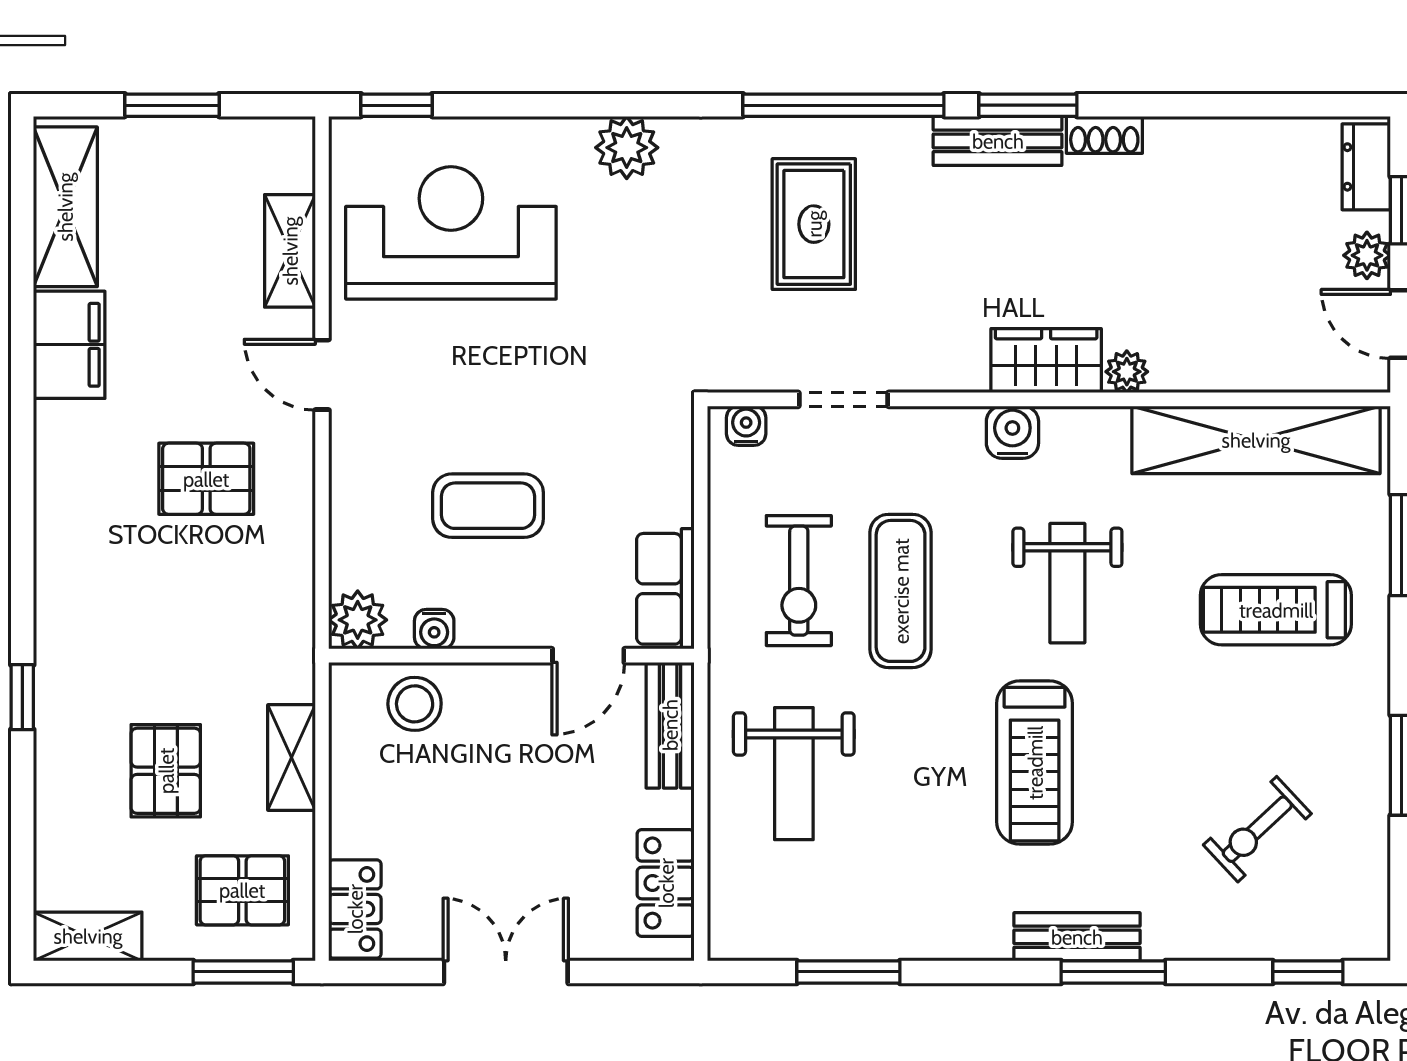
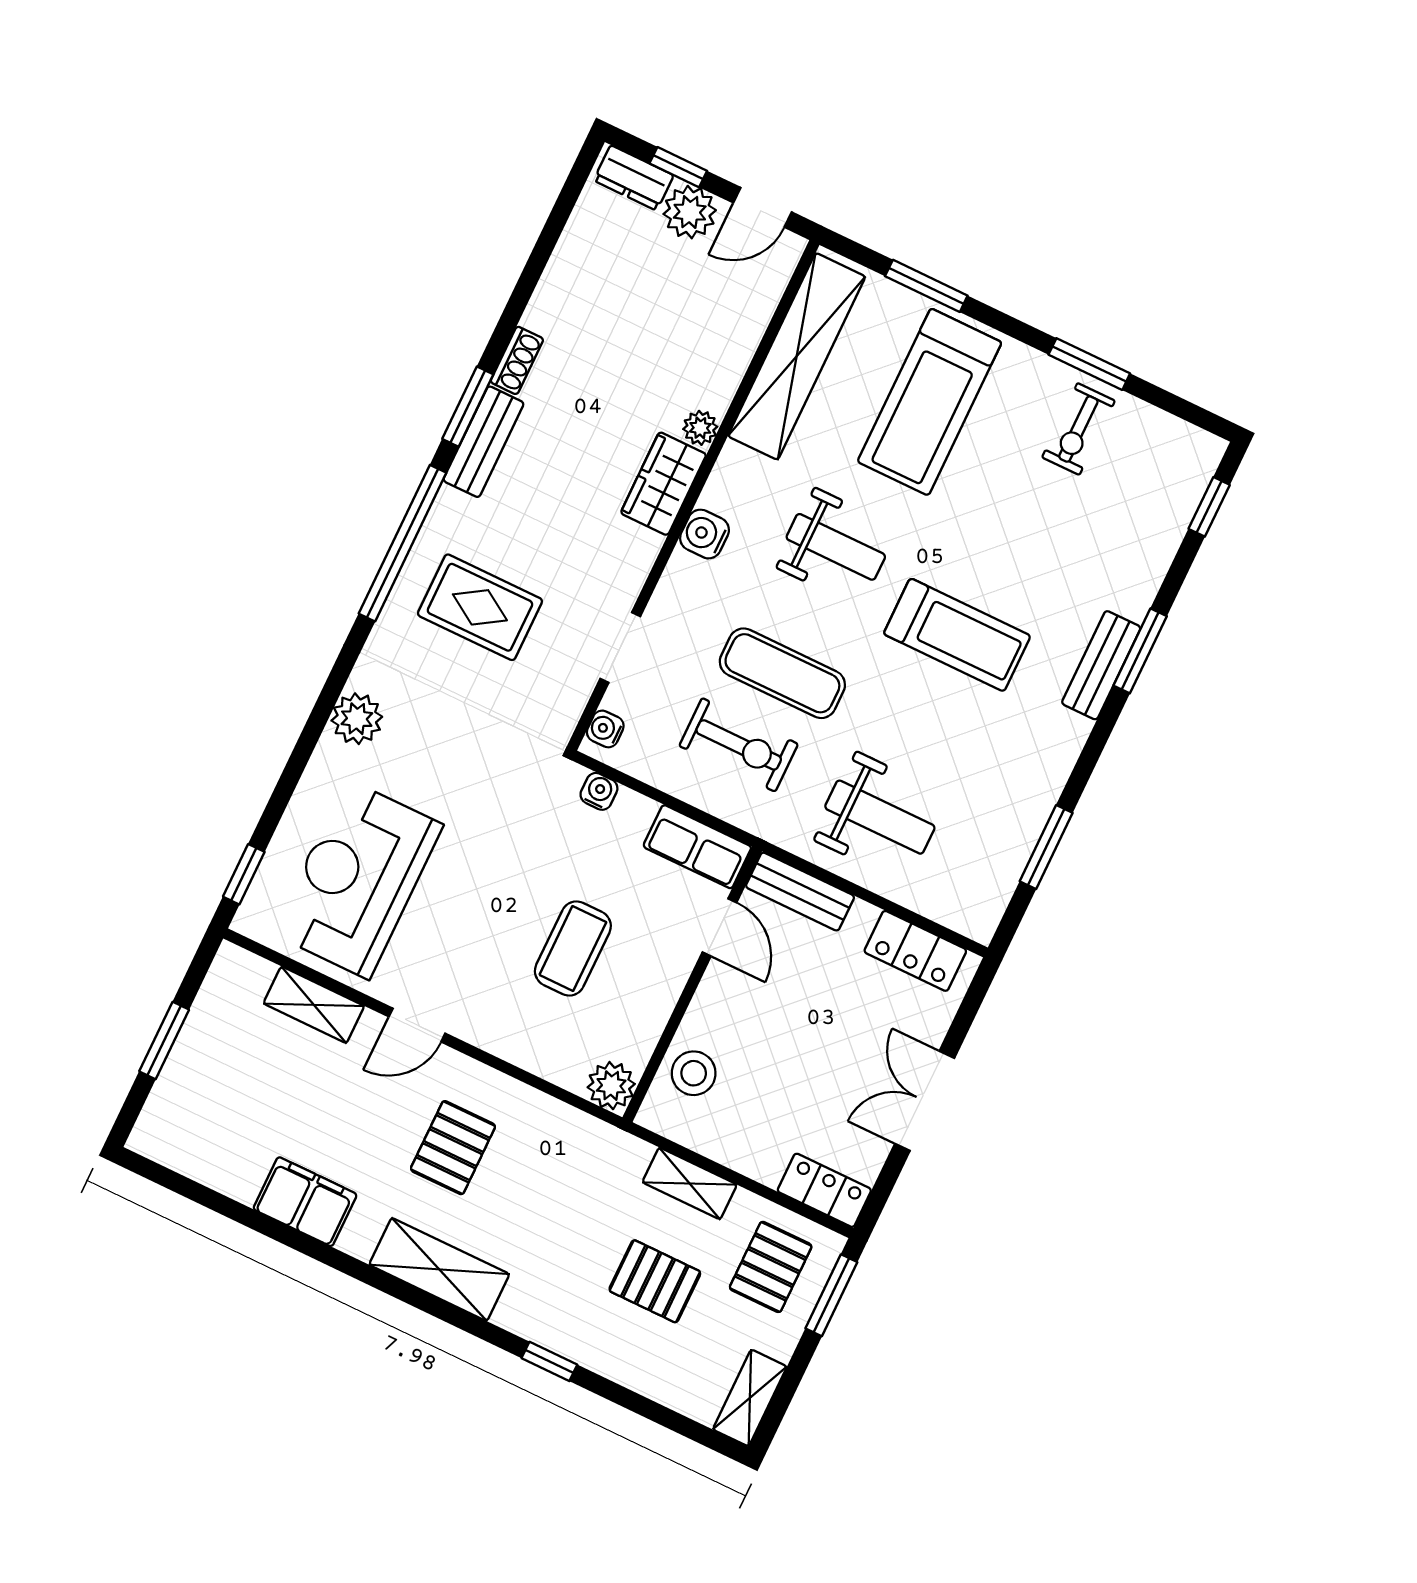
shelving: (65, 207) -> (439, 1269), moved
plant: (1367, 255) -> (690, 212), width x1.38, depth x1.38
treadmill: (1276, 610) -> (930, 402), width x1.37, depth x1.38
water cooler: (434, 629) -> (599, 791), moved, turned -90
exercise bike: (1257, 829) -> (1078, 429), moved, turned 43

